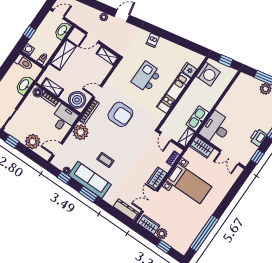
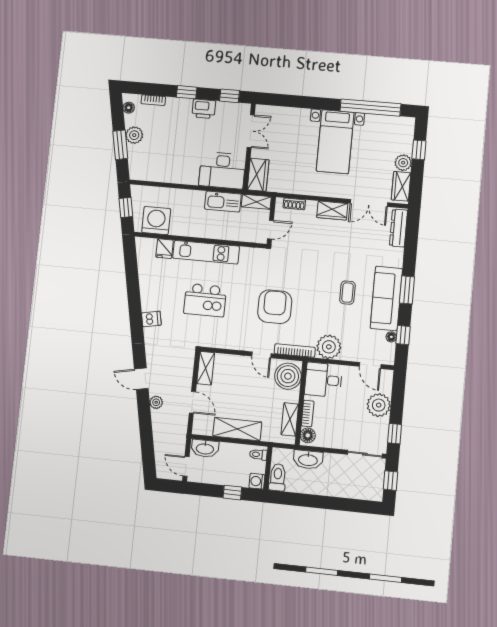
bed with nightstands: (189, 183) -> (335, 142), moved, turned 180

